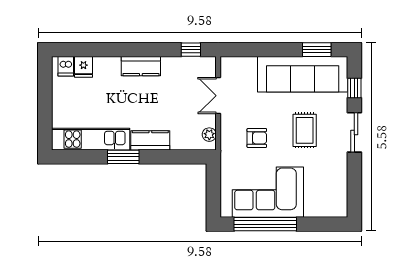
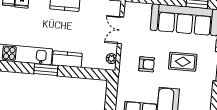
rug: (305, 130) -> (183, 62), turned 90

